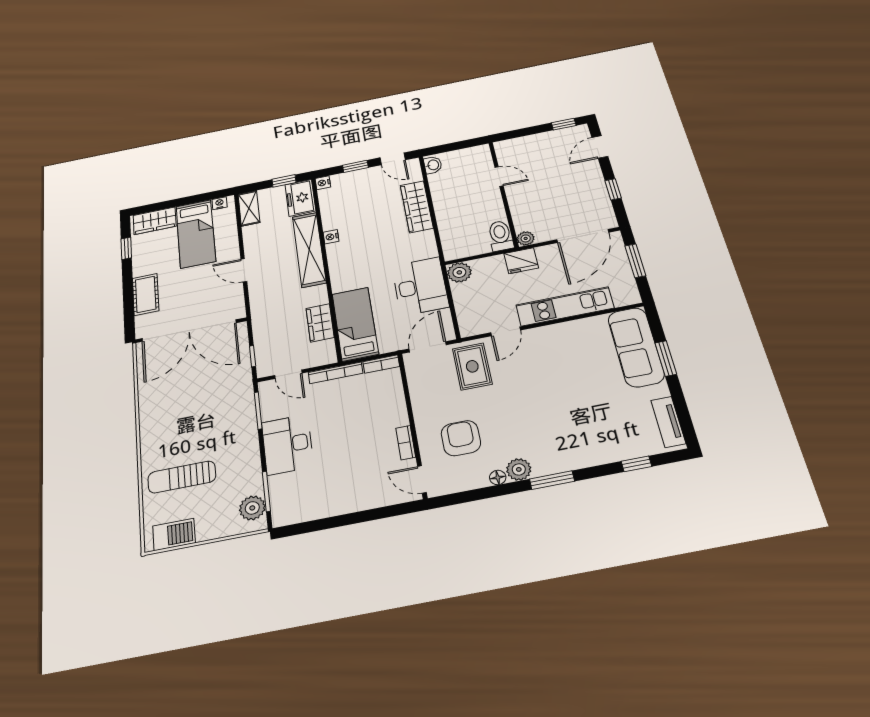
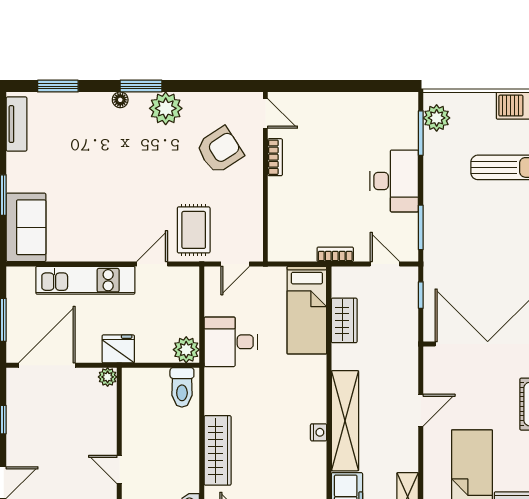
toilet: (500, 236) -> (182, 387), moved
door: (244, 270) -> (421, 410), hinge flipped
desk: (420, 286) -> (231, 342), width x0.73
door: (428, 347) -> (235, 264), width x0.73
sofa: (636, 347) -> (26, 227), width x0.73
bookcase: (381, 364) -> (286, 254), removed
bookcase: (336, 373) -> (335, 254), width x0.64
armchair: (461, 438) -> (220, 150), turned -123
window: (636, 464) -> (58, 86), width x1.50
plant: (519, 469) -> (166, 108), width x1.36, depth x1.36
floor lamp: (498, 477) -> (120, 100), moved

